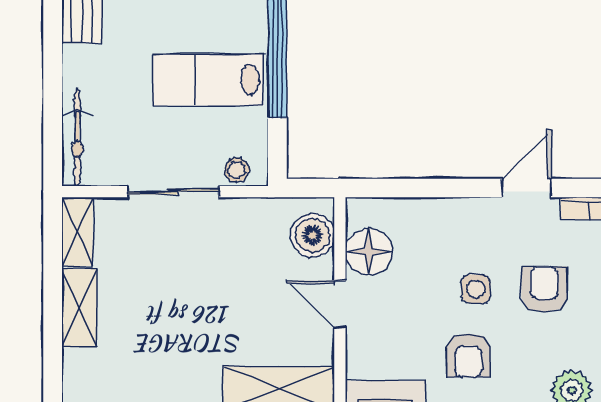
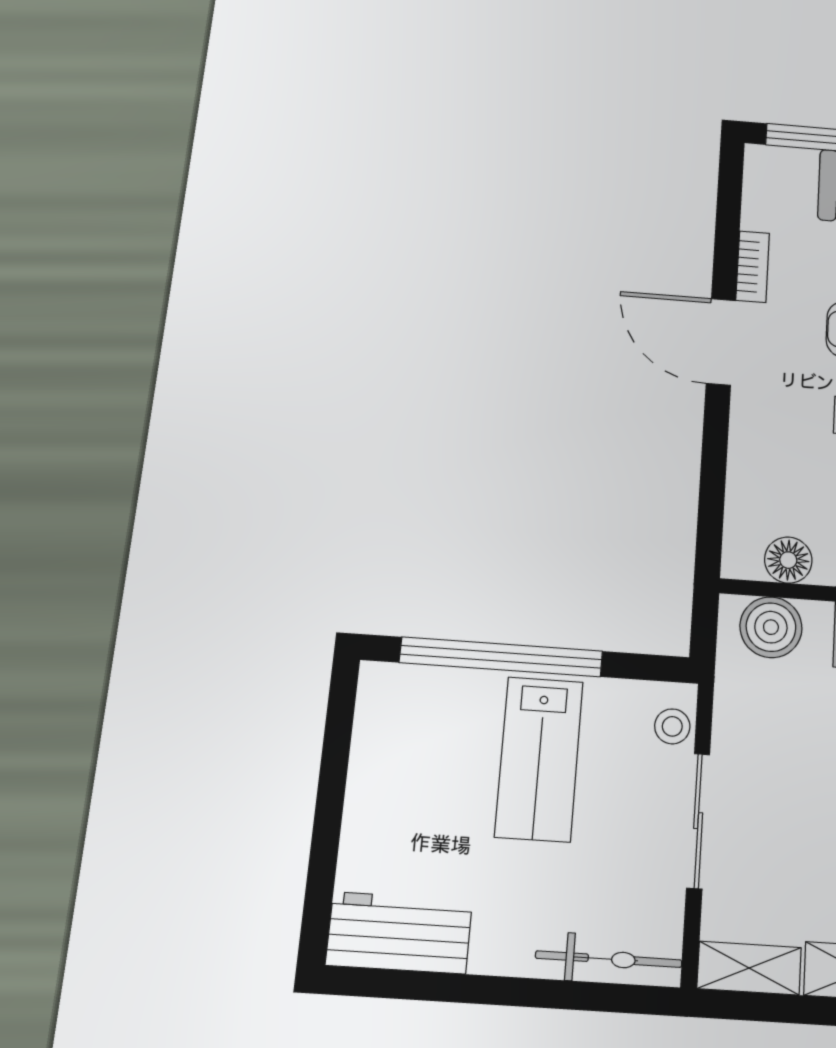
door: (526, 188) -> (721, 342), width x1.38
floor lamp: (369, 252) -> (788, 560), width x0.73, depth x0.73

